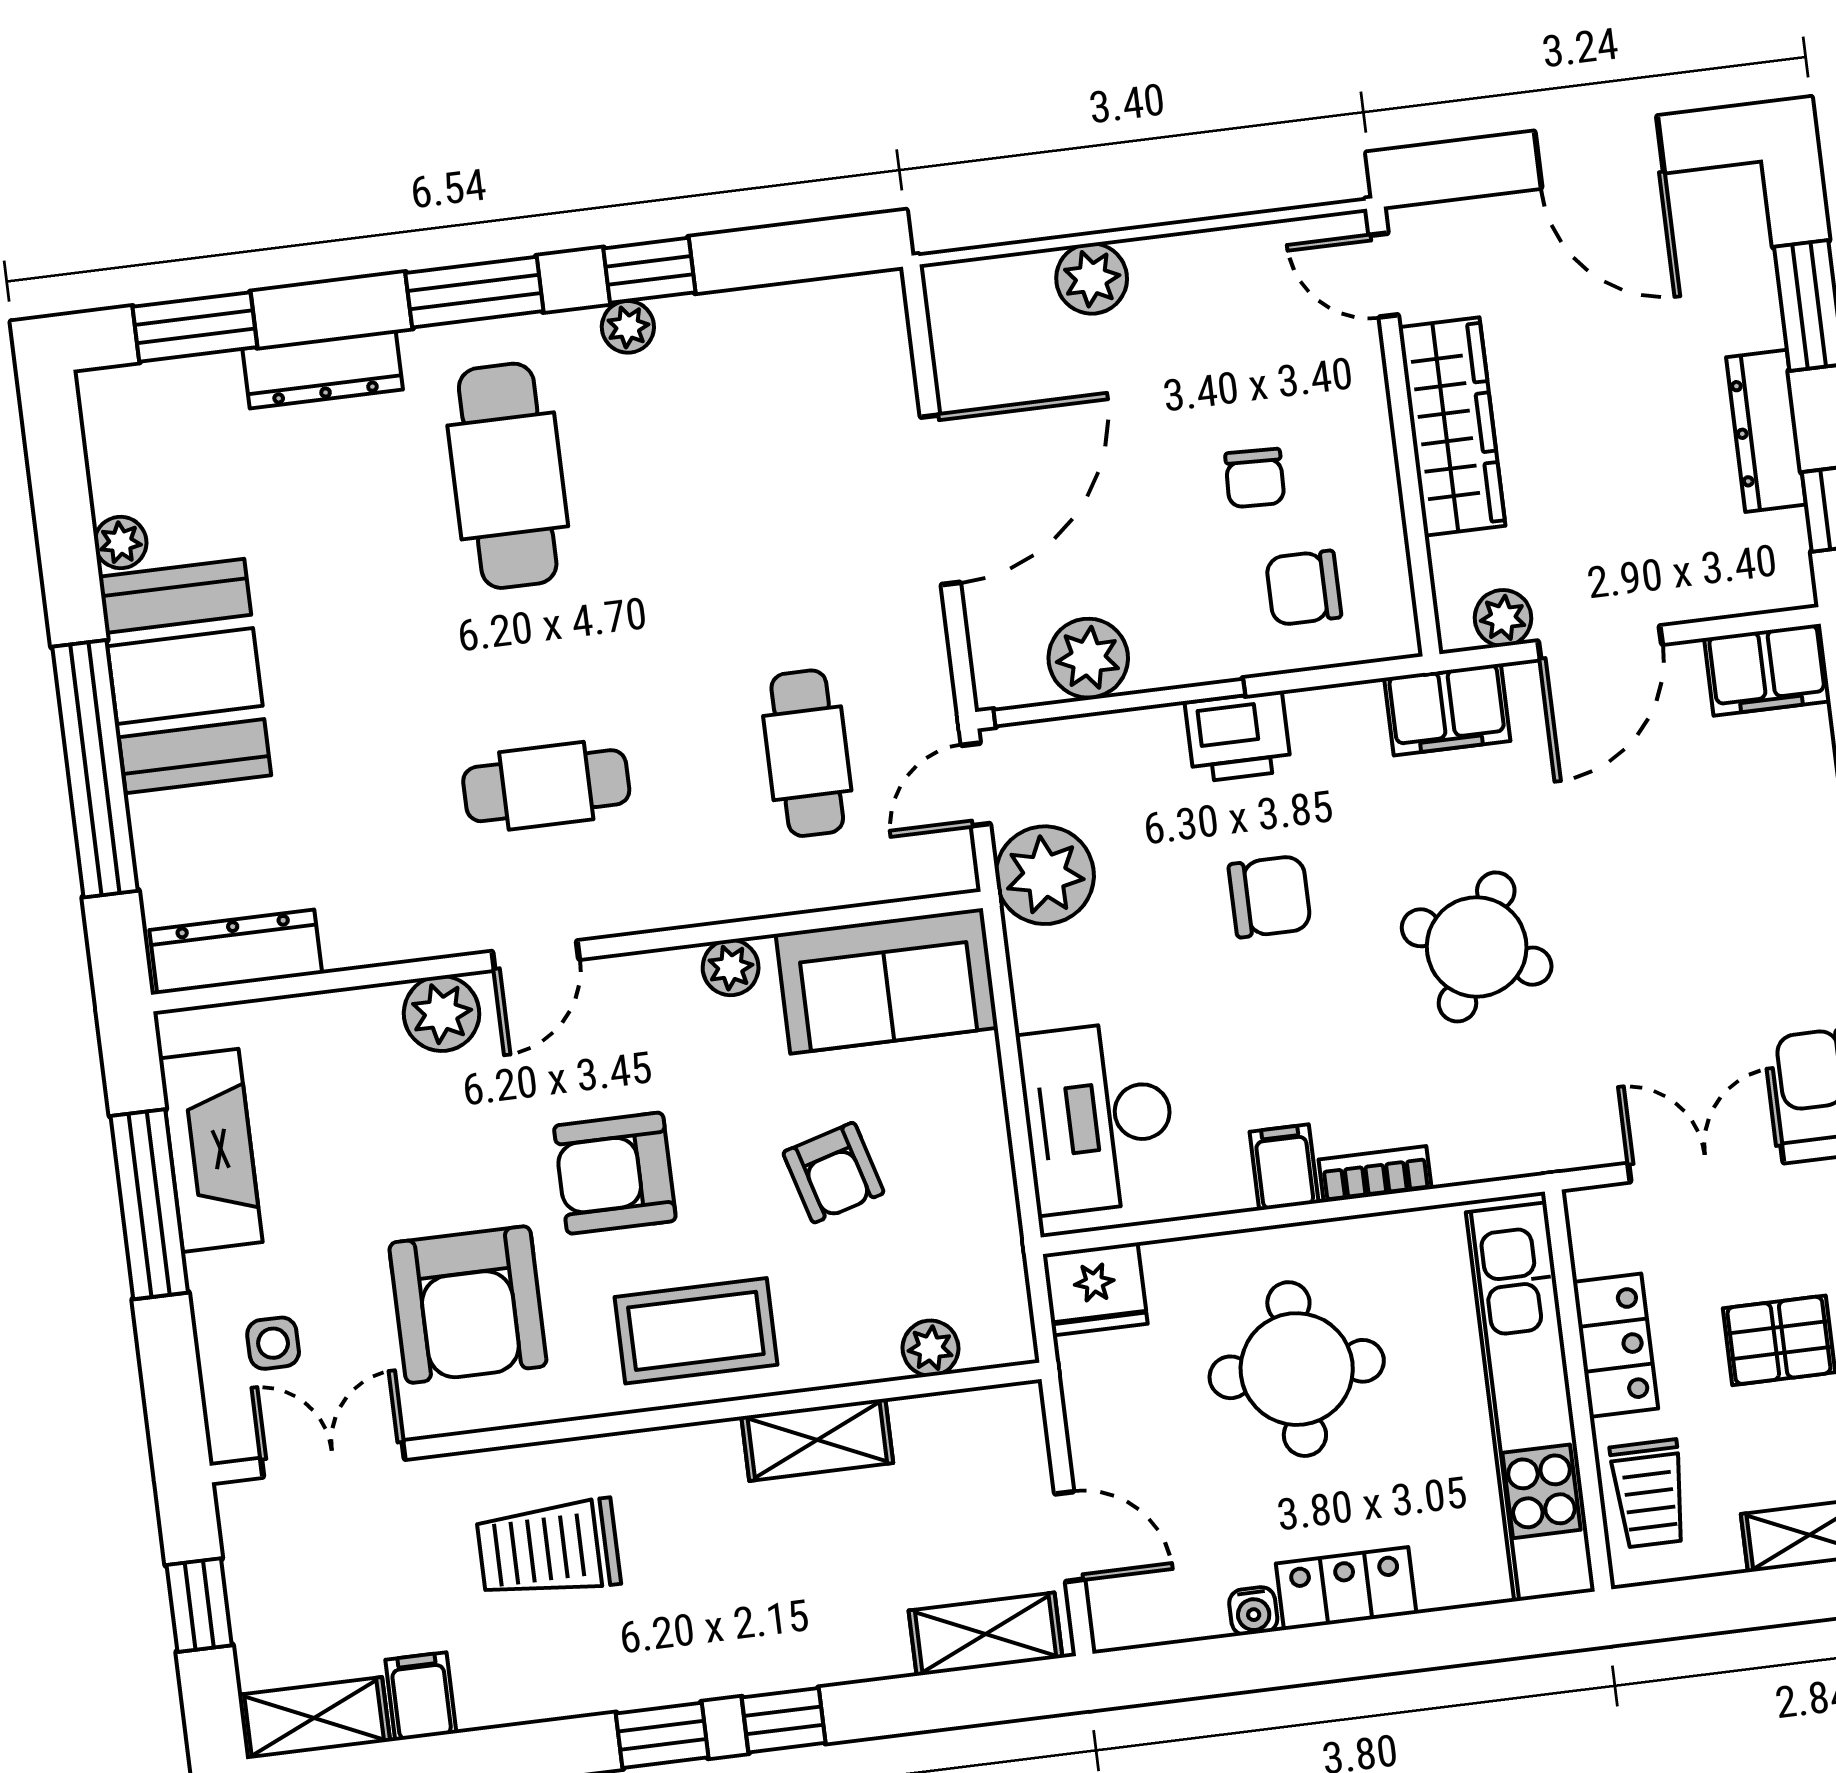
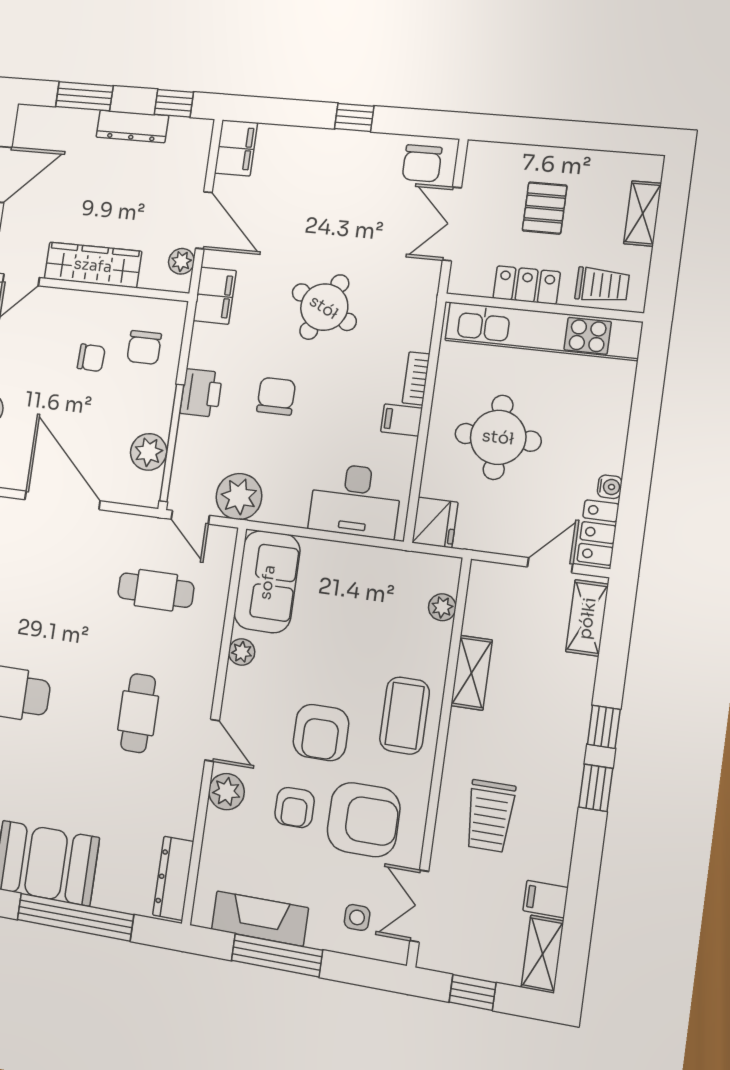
armchair: (834, 1173) -> (295, 807), moved, turned 106
locker: (1346, 1589) -> (598, 533), moved

